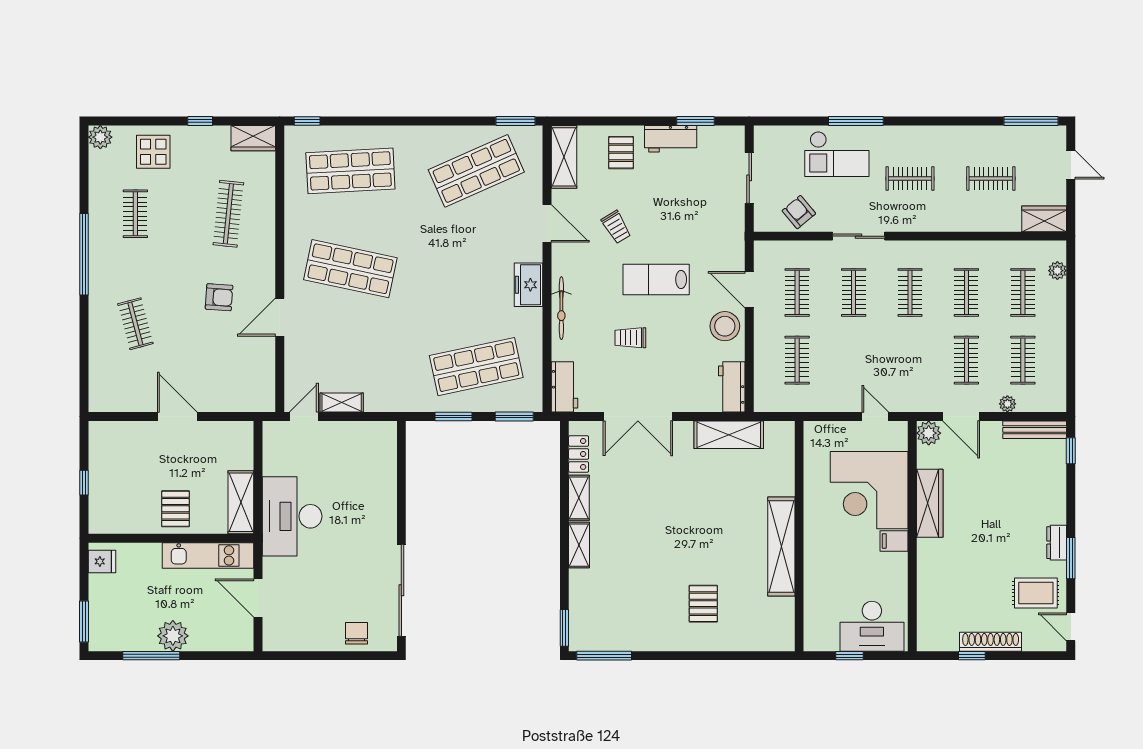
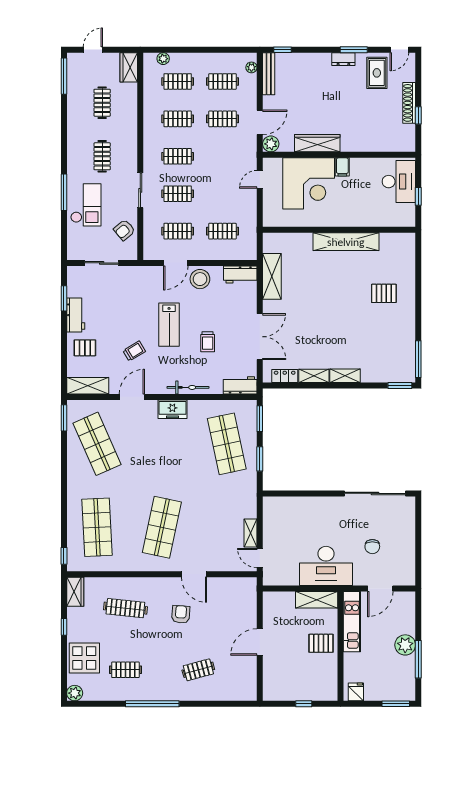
display table: (153, 152) -> (84, 658), width x1.36, depth x1.36
plant: (1007, 404) -> (251, 67), moved
chair: (356, 633) -> (372, 547), moved, turned -90

